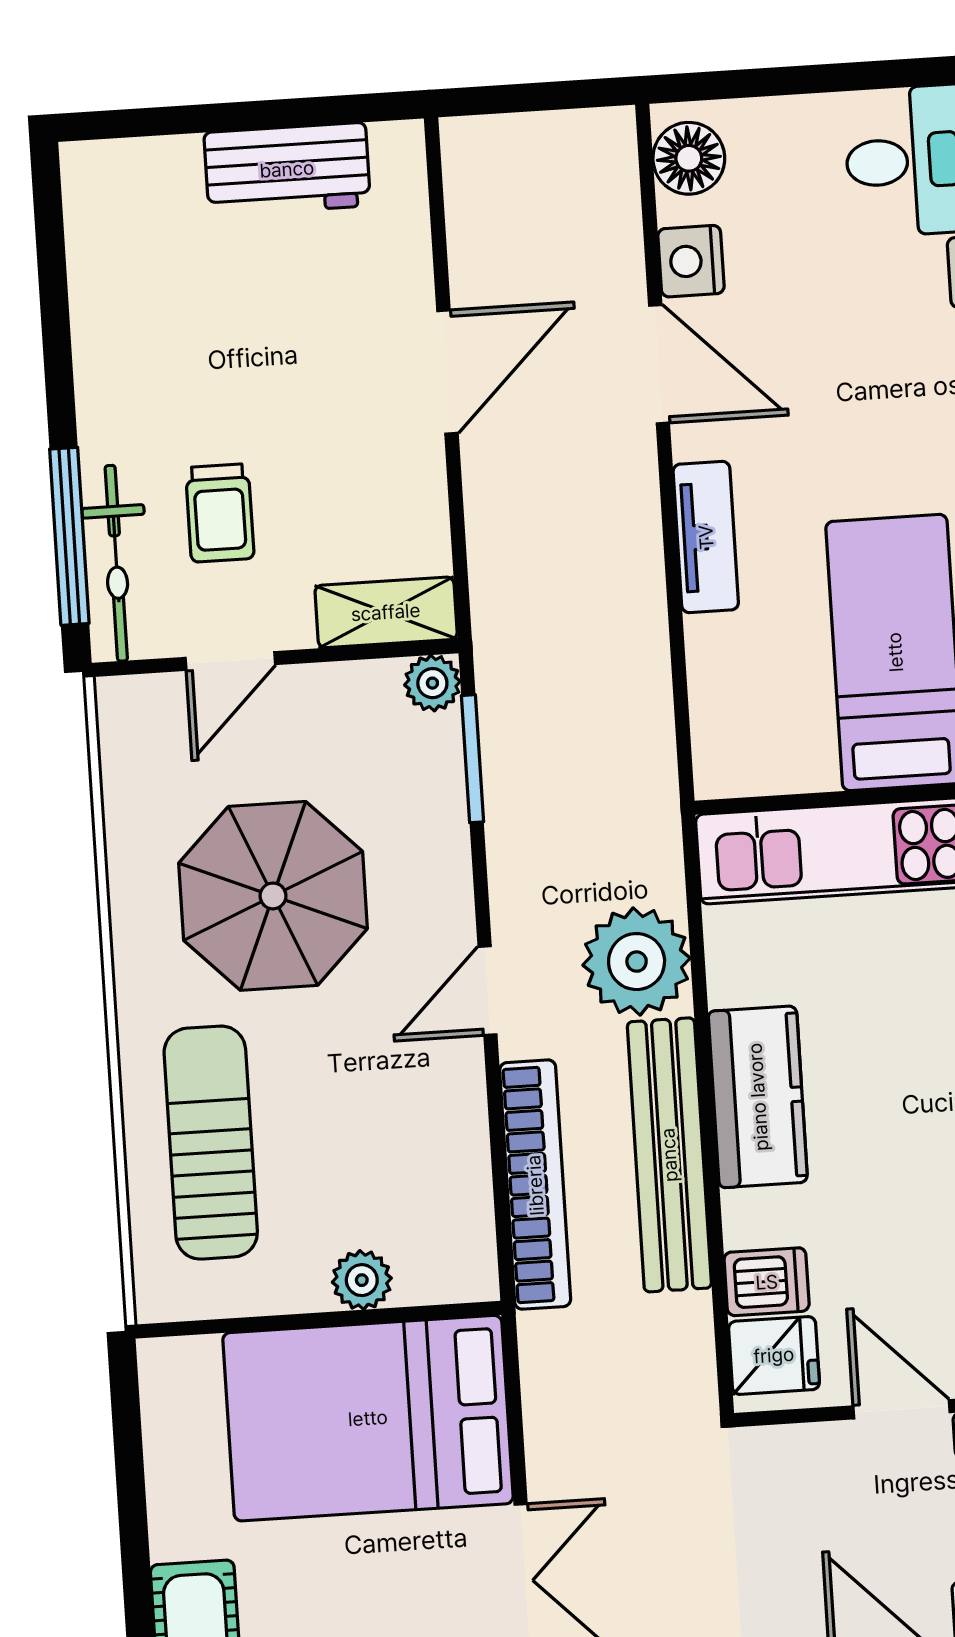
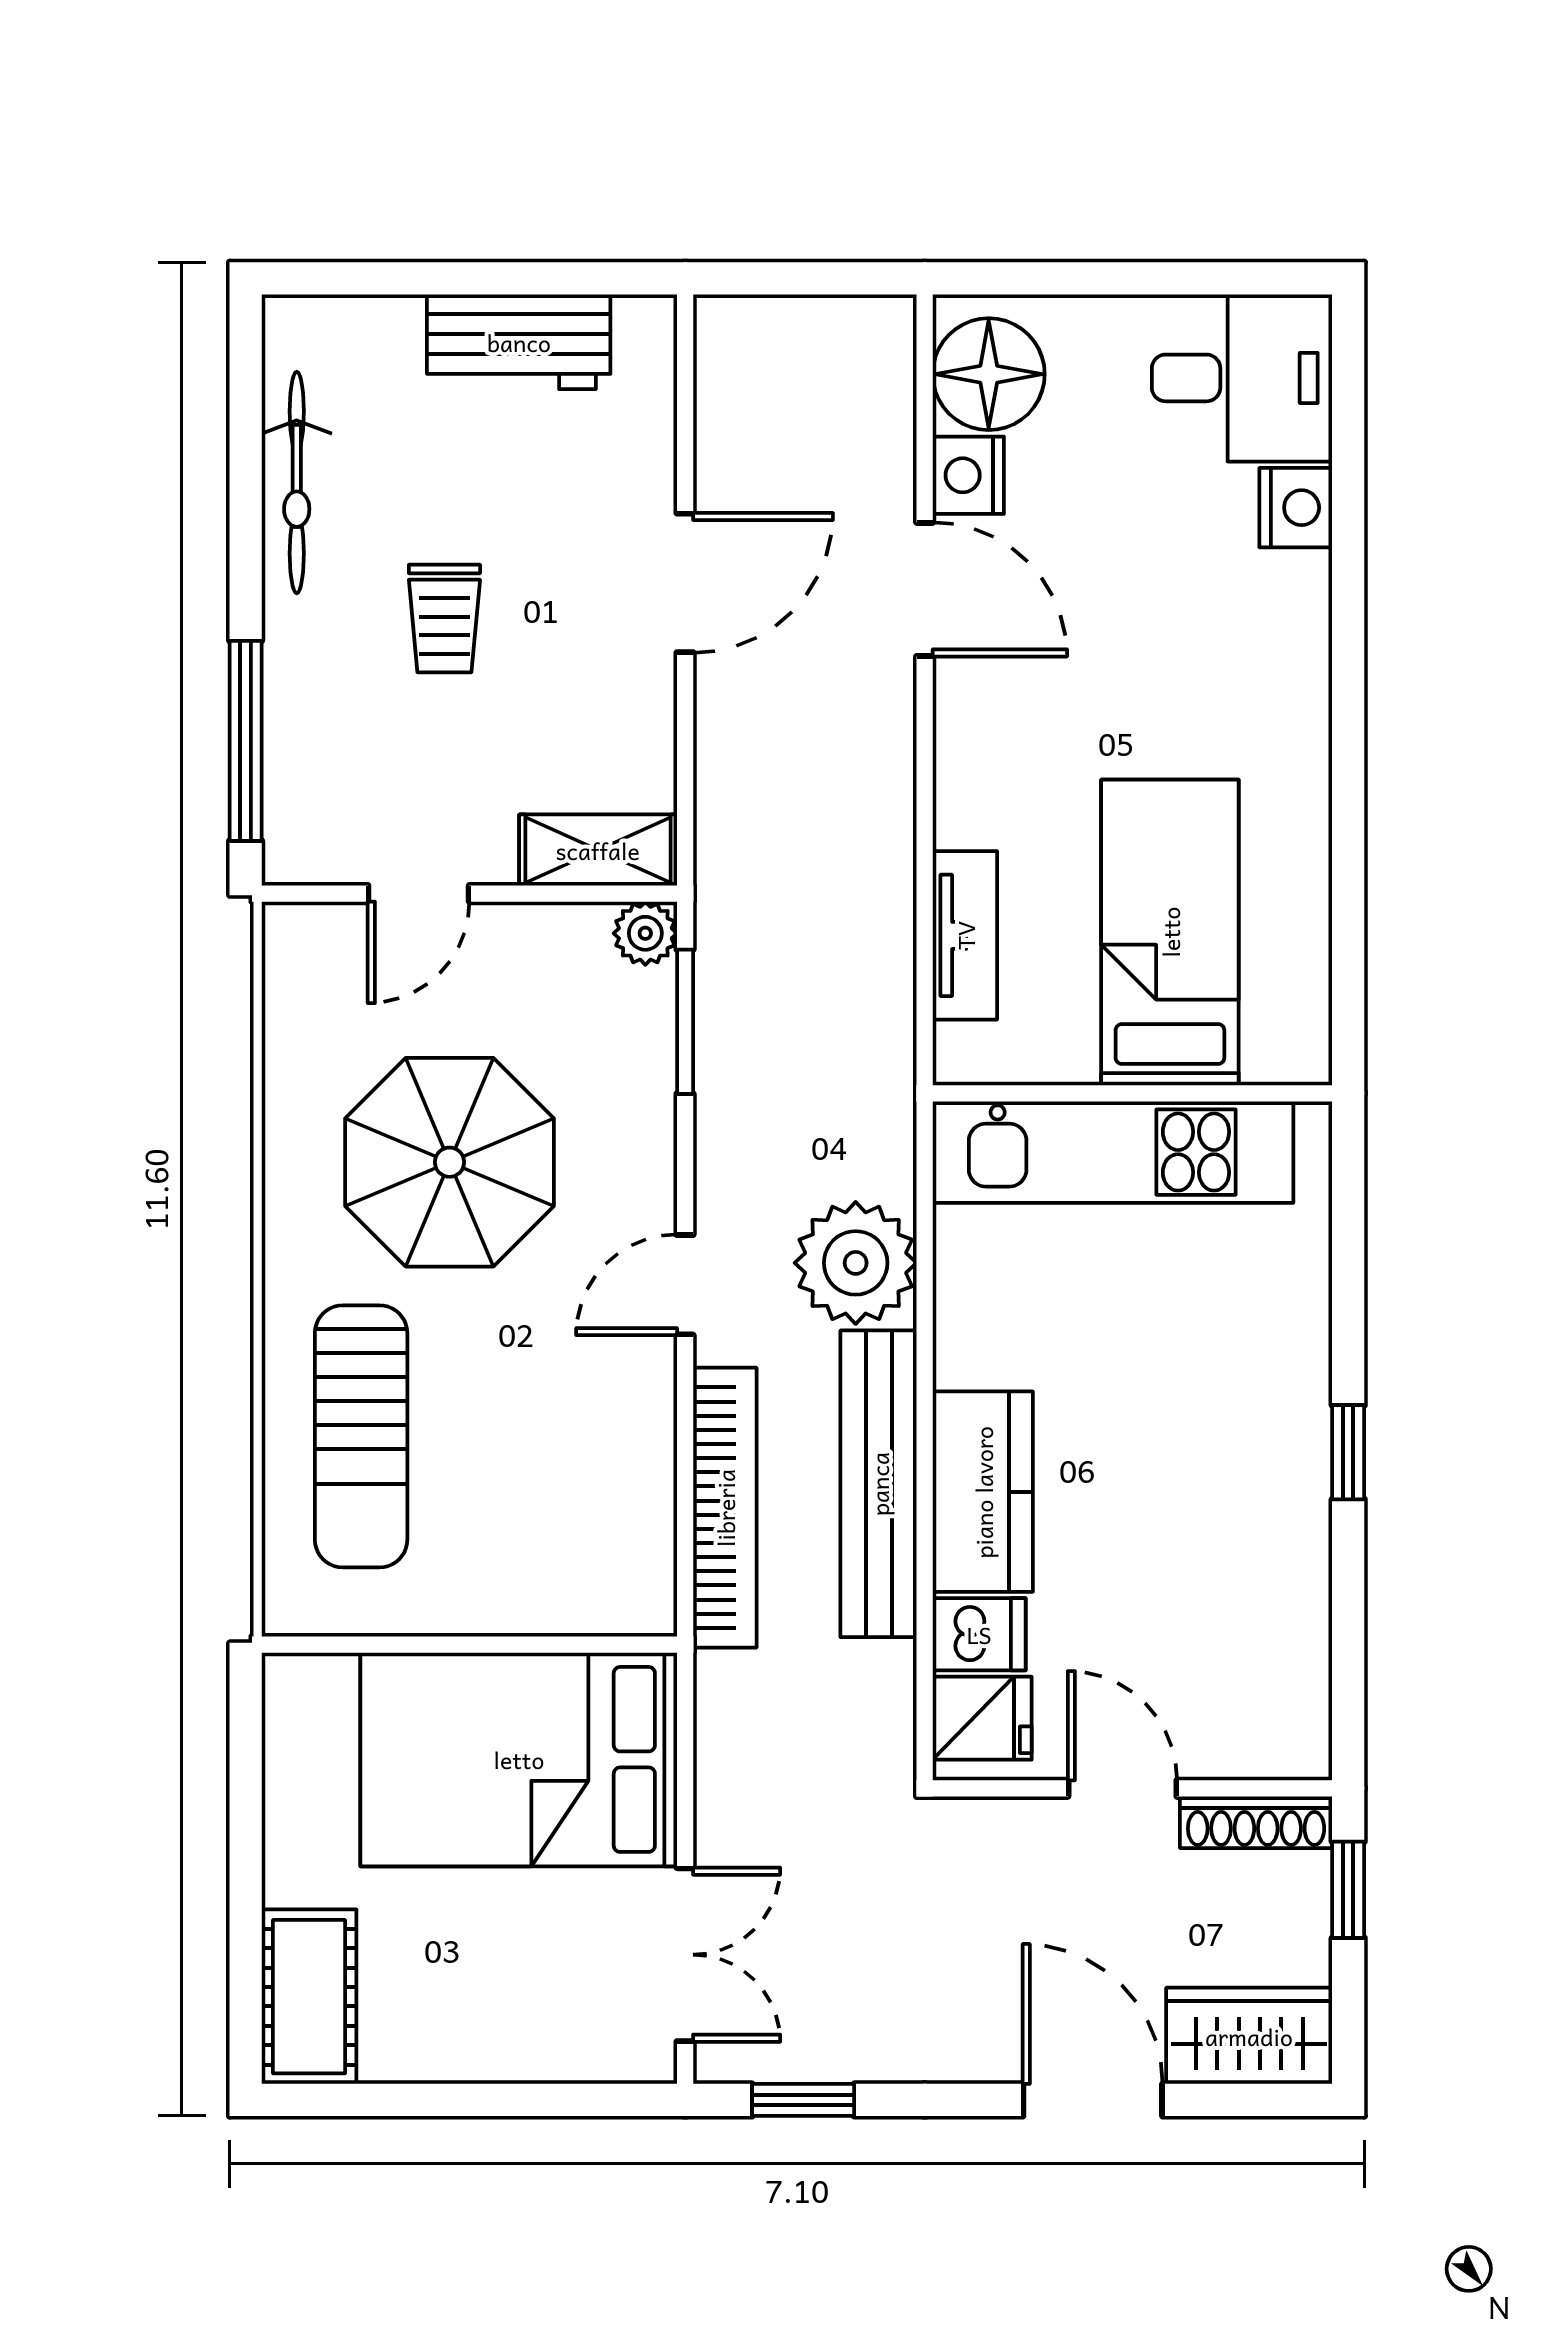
floor lamp: (689, 158) -> (989, 374), width x1.38, depth x1.38
trolley: (220, 513) -> (444, 618), moved
tv unit: (706, 537) -> (965, 935), moved
bicycle: (116, 563) -> (297, 482), moved
kitchen counter: (758, 1097) -> (983, 1492), moved
sun lounger: (211, 1143) -> (361, 1436), turned 180
plant: (362, 1280) -> (522, 1603), removed

